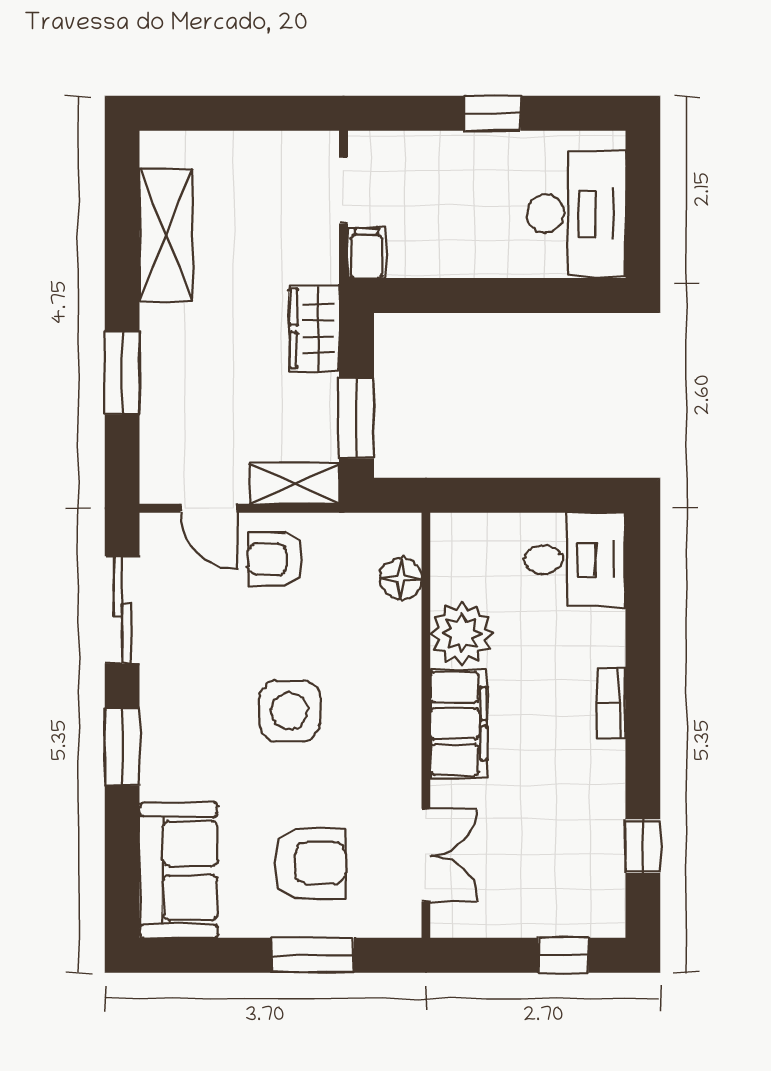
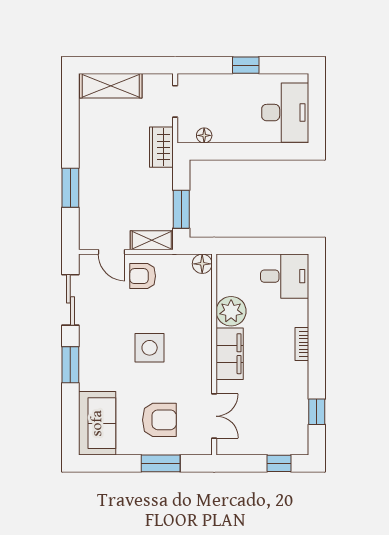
shelving: (166, 235) -> (111, 86), moved, turned 90
filing cabinet: (367, 253) -> (186, 131), removed
floor lamp: (405, 262) -> (204, 135), added
wardrobe: (314, 328) -> (161, 147), moved
floor lamp: (401, 579) -> (202, 264), moved

